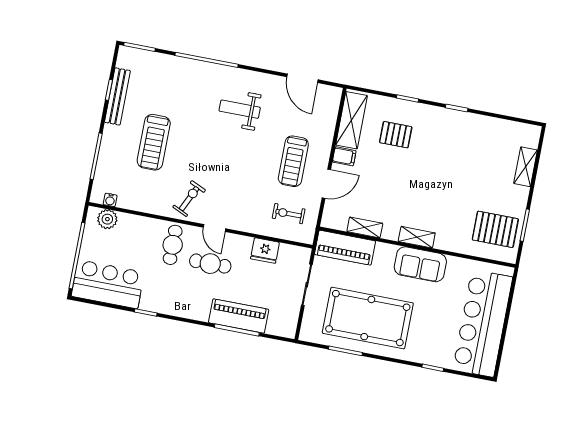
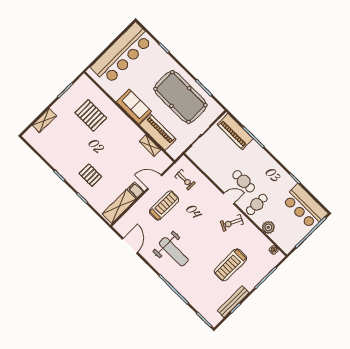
weight bench: (240, 109) -> (174, 252), width x1.36, depth x1.33
pallet: (396, 135) -> (90, 175), moved
treadmill: (154, 142) -> (230, 265), turned 180
plant: (107, 219) -> (268, 227), moved
door: (214, 228) -> (229, 198), hinge flipped
pallet: (495, 229) -> (91, 115), moved
shelving: (417, 237) -> (126, 122), removed
piano: (345, 248) -> (158, 132), moved
fridge: (265, 251) -> (210, 169), removed
piano: (239, 316) -> (235, 132), moved

